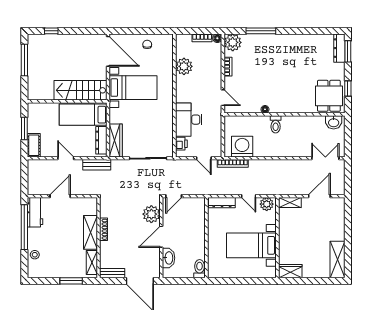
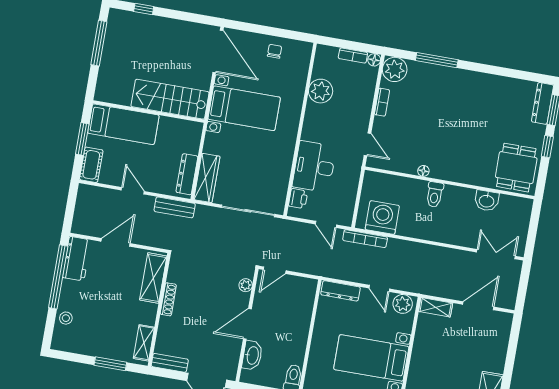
window: (348, 89) -> (547, 147), moved
bed: (83, 115) -> (123, 124), moved, turned 180
washbasin: (334, 122) -> (487, 201), moved
plant: (151, 214) -> (246, 285), width x0.53, depth x0.53
shelving: (91, 232) -> (153, 278), moved

